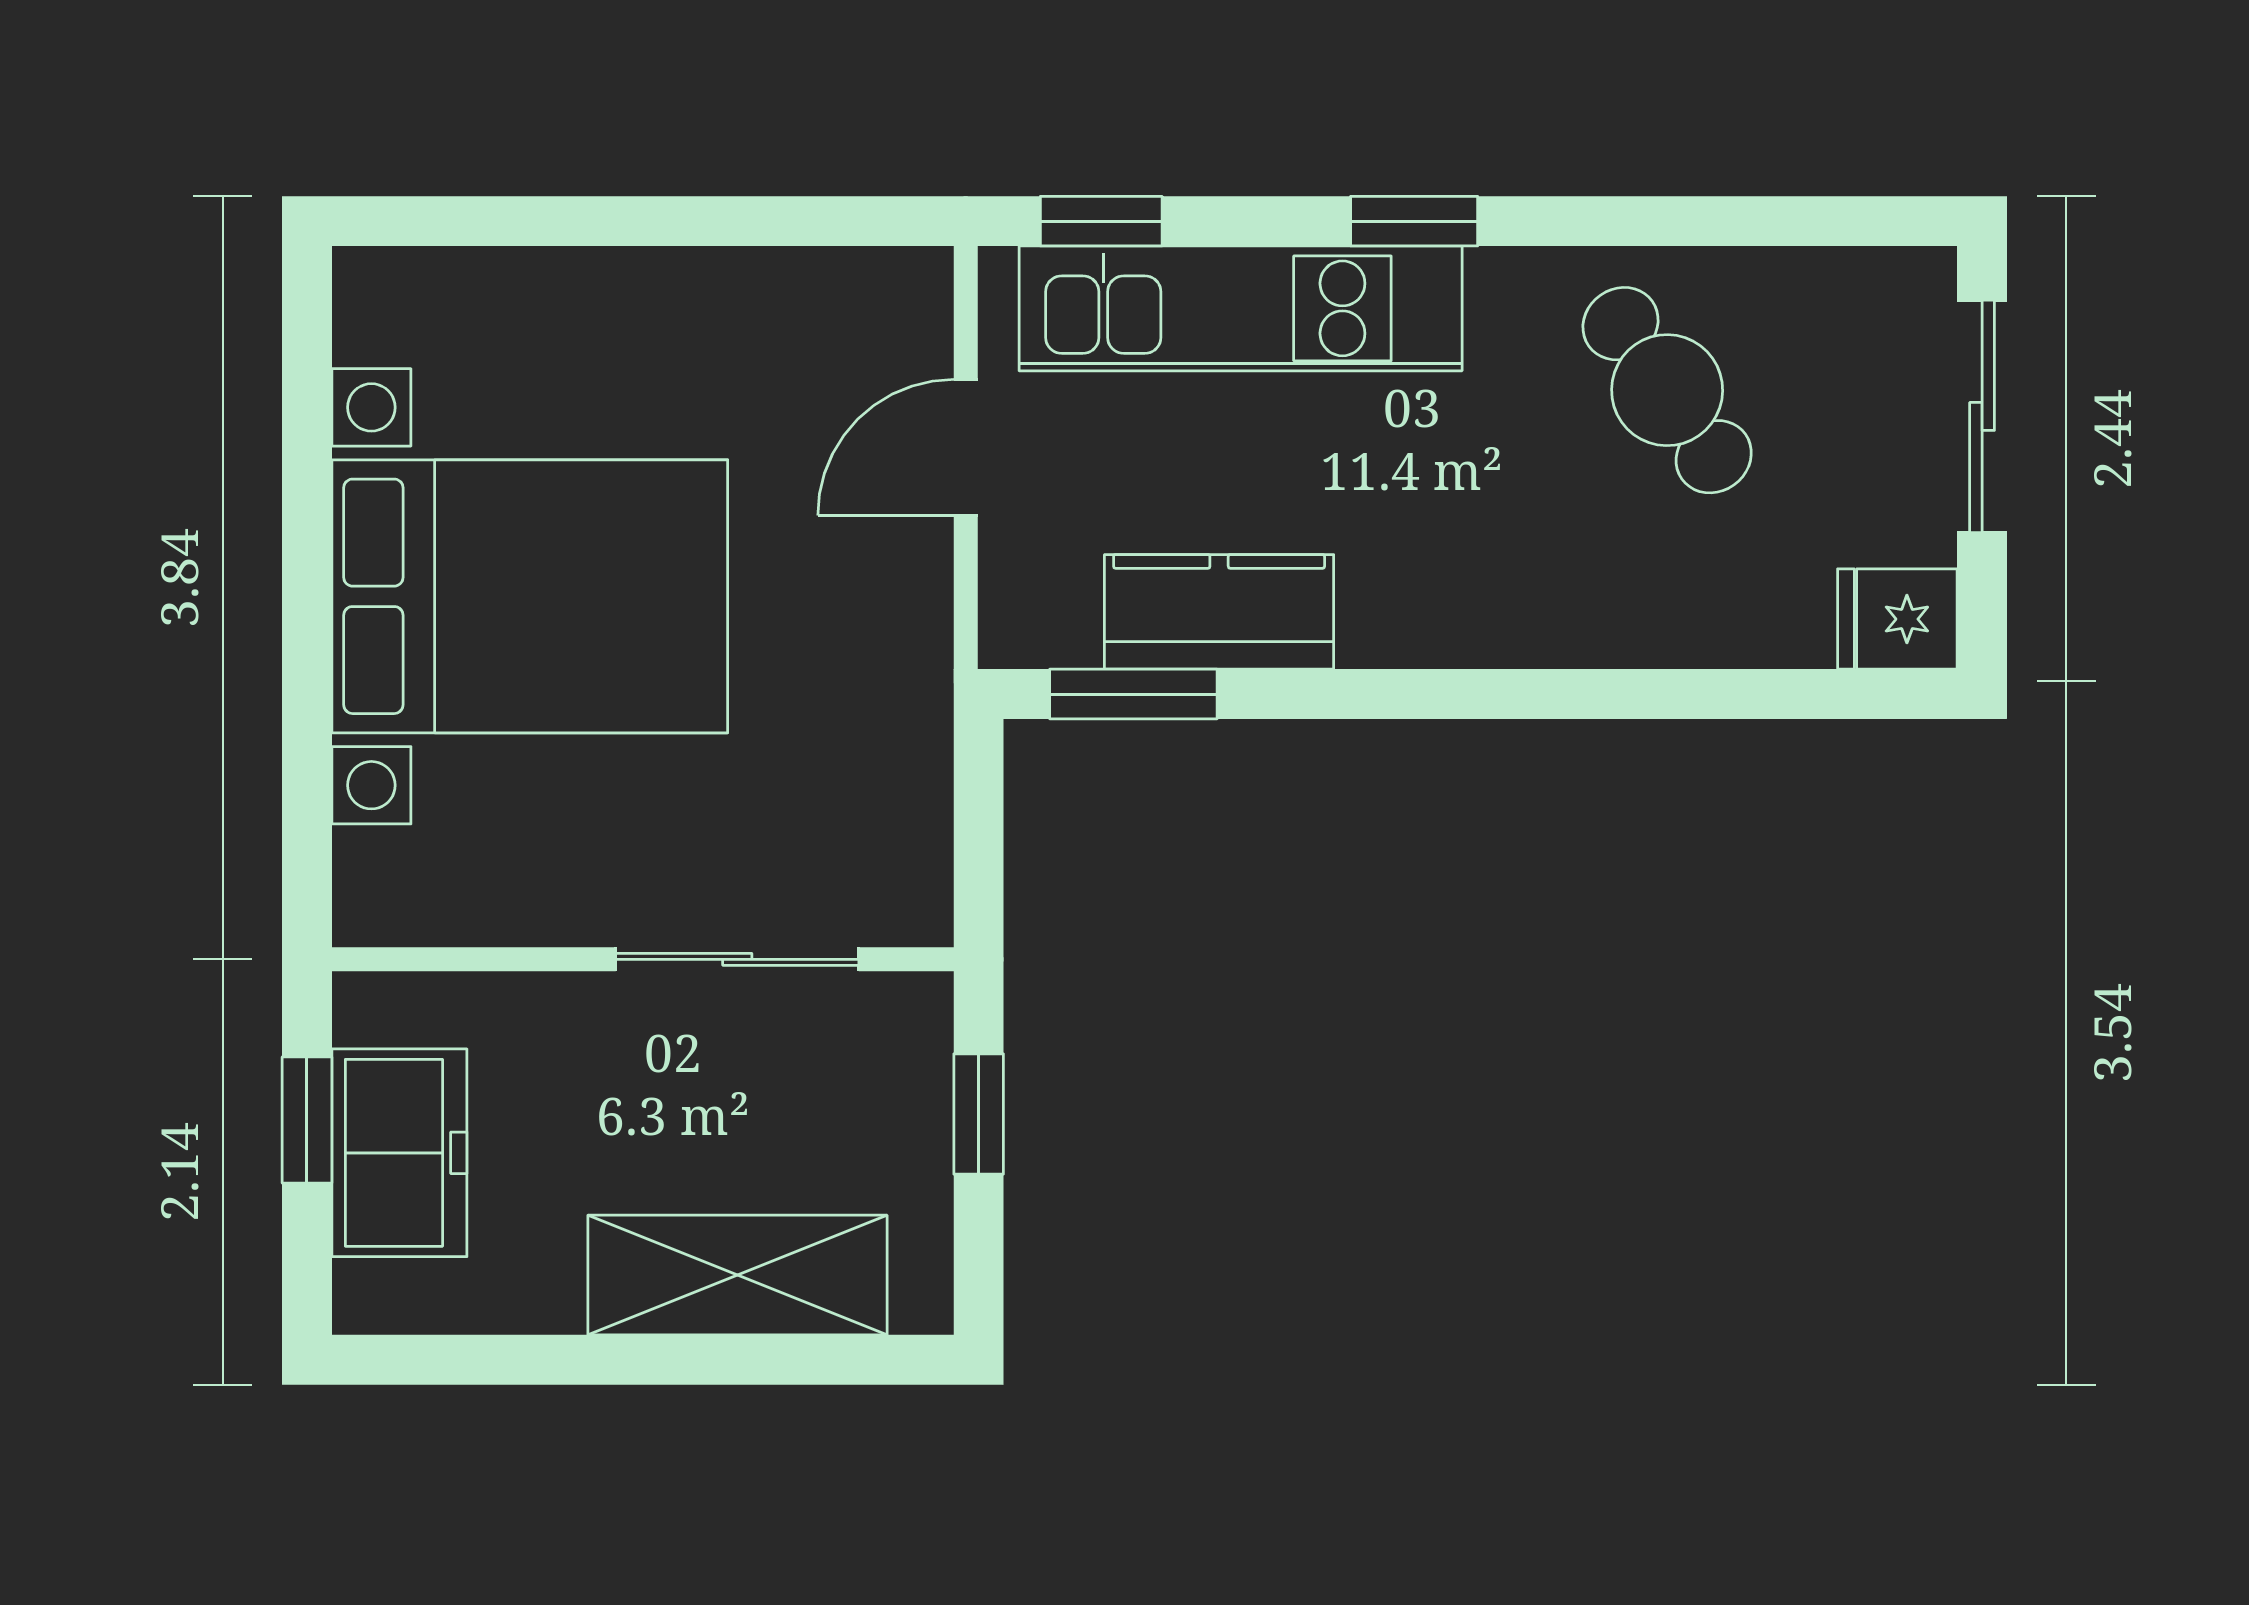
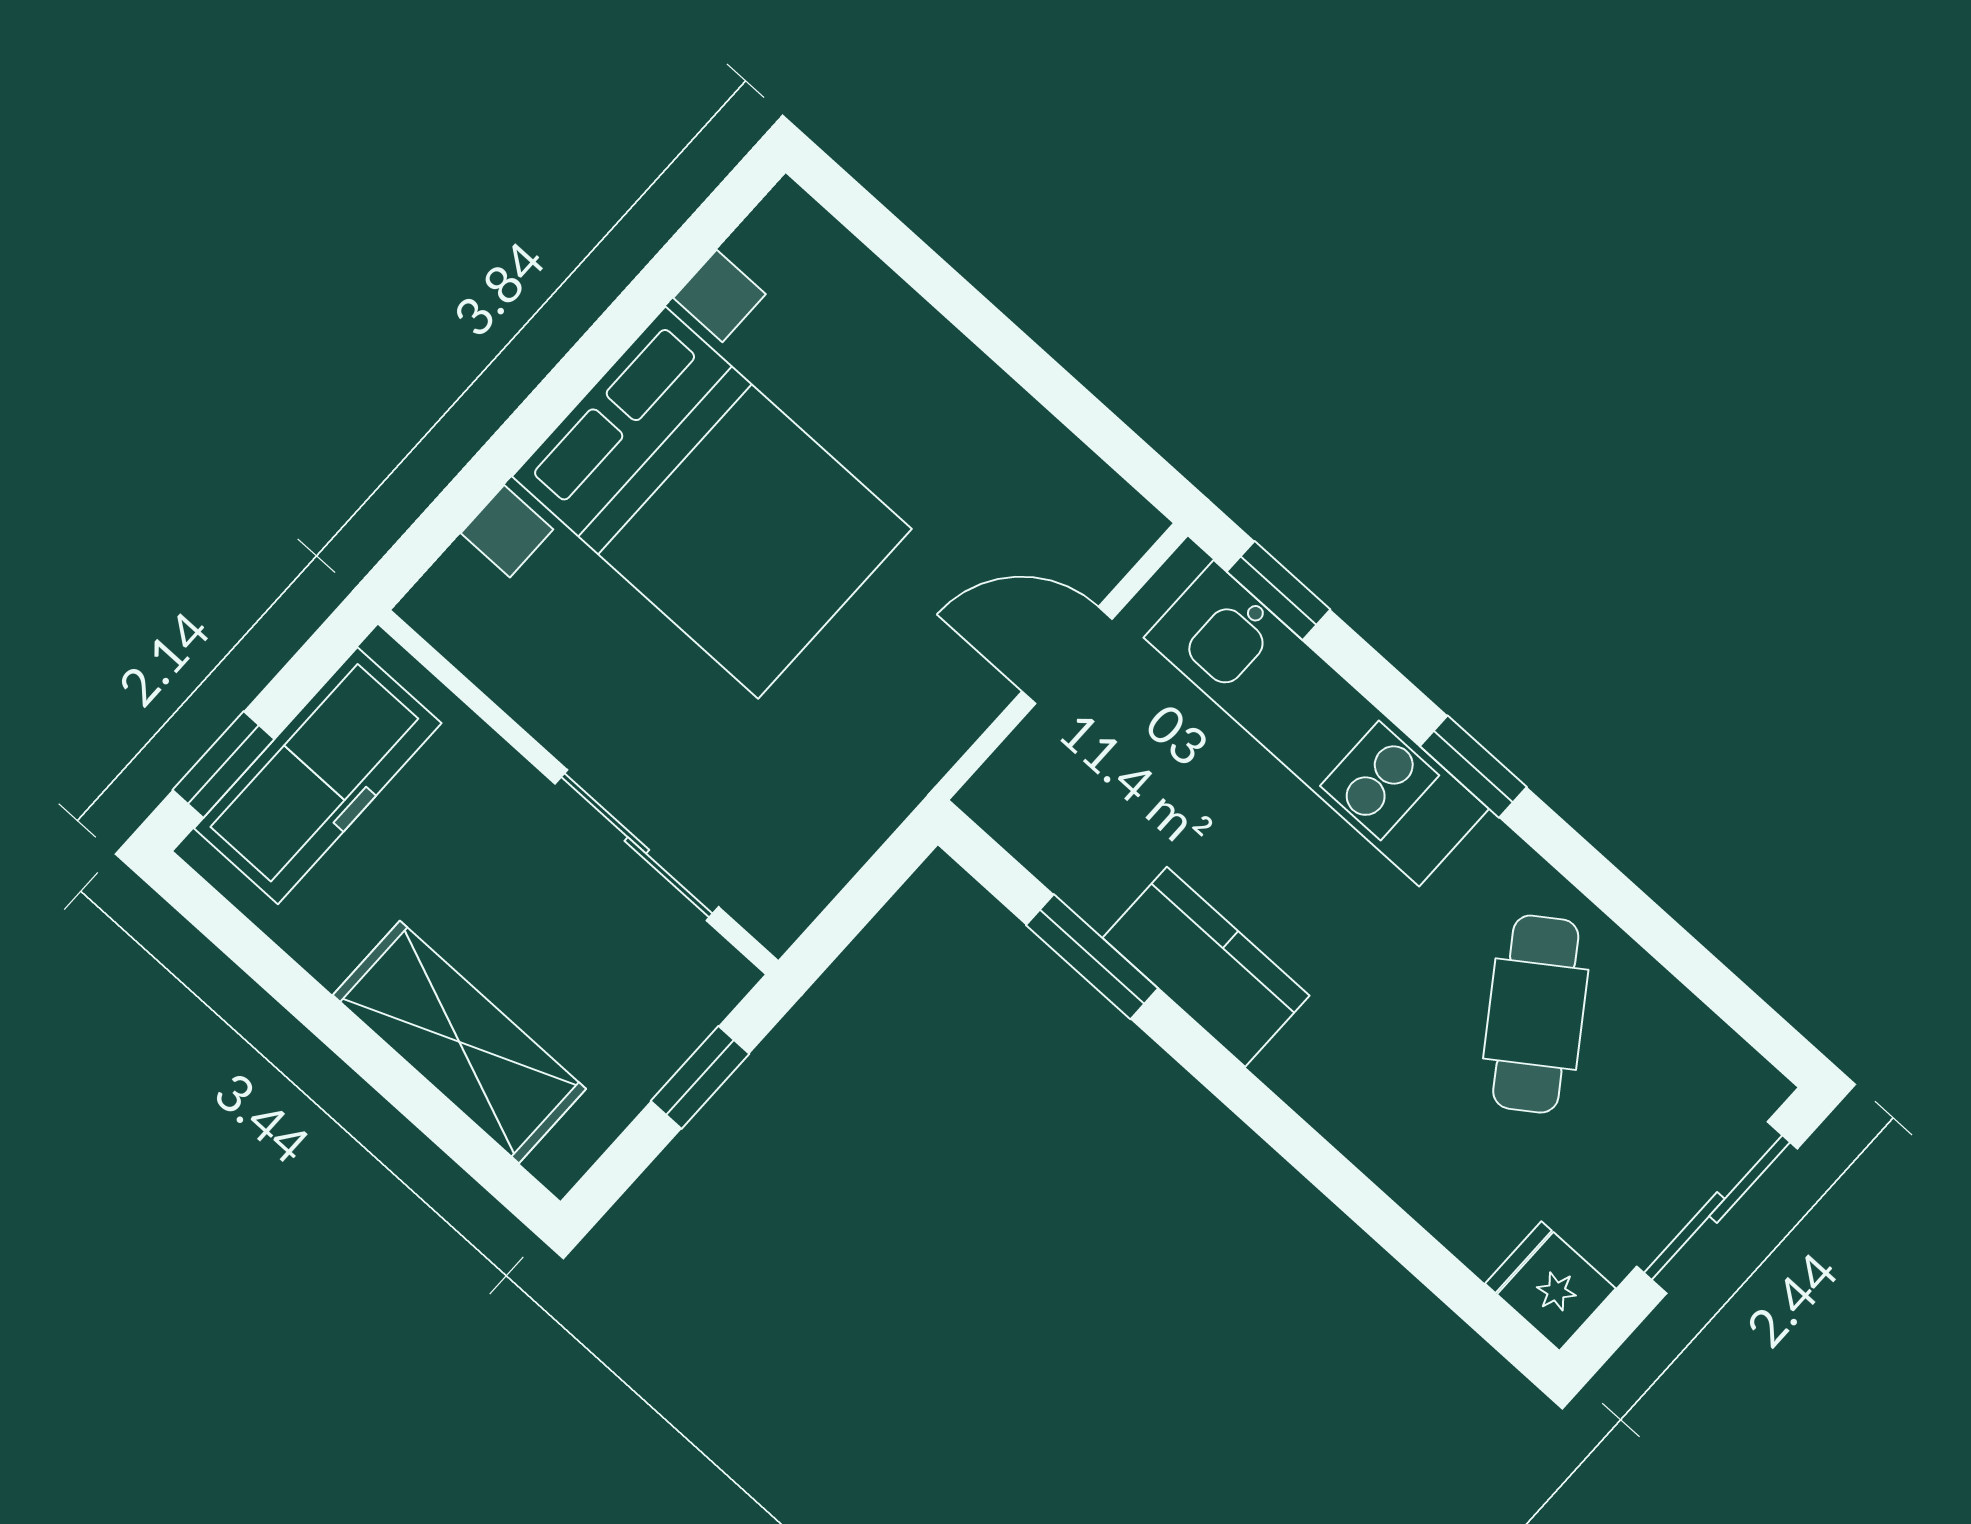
kitchen counter: (1219, 612) -> (1206, 967), moved
window: (1133, 694) -> (1092, 957), moved
window: (307, 1120) -> (223, 764), moved
freezer: (399, 1153) -> (318, 776), width x1.40

